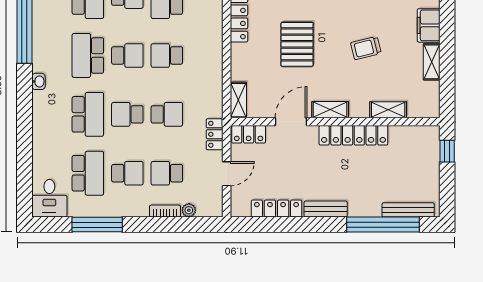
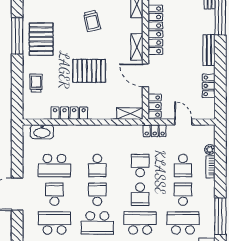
locker: (276, 209) -> (209, 86), width x0.66

